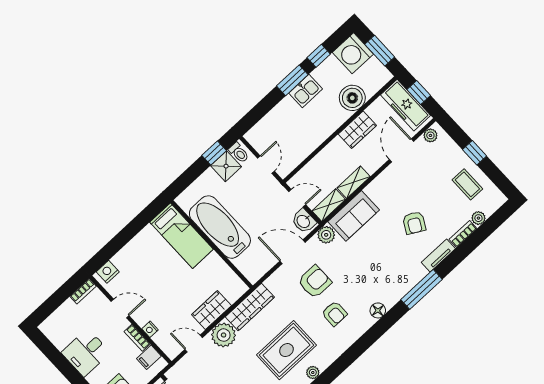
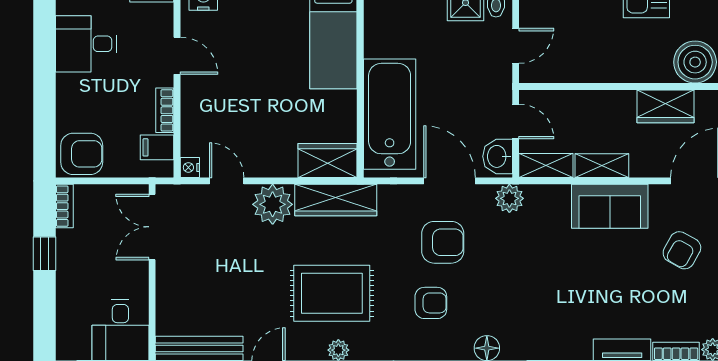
sofa: (354, 216) -> (610, 206), moved
armchair: (414, 223) -> (682, 250), moved
bathtub: (220, 227) -> (390, 114), moved
wardrobe: (211, 310) -> (327, 161), moved
armchair: (334, 314) -> (431, 303), turned -90
nightstand: (150, 329) -> (190, 167), moved
desk: (86, 353) -> (86, 44), moved

